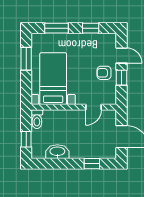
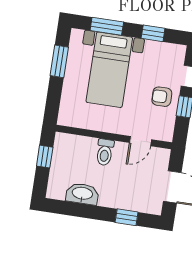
bed with nightstands: (53, 79) -> (109, 70), moved, turned 180
toilet: (37, 119) -> (105, 152), moved
window: (26, 139) -> (45, 157), moved

